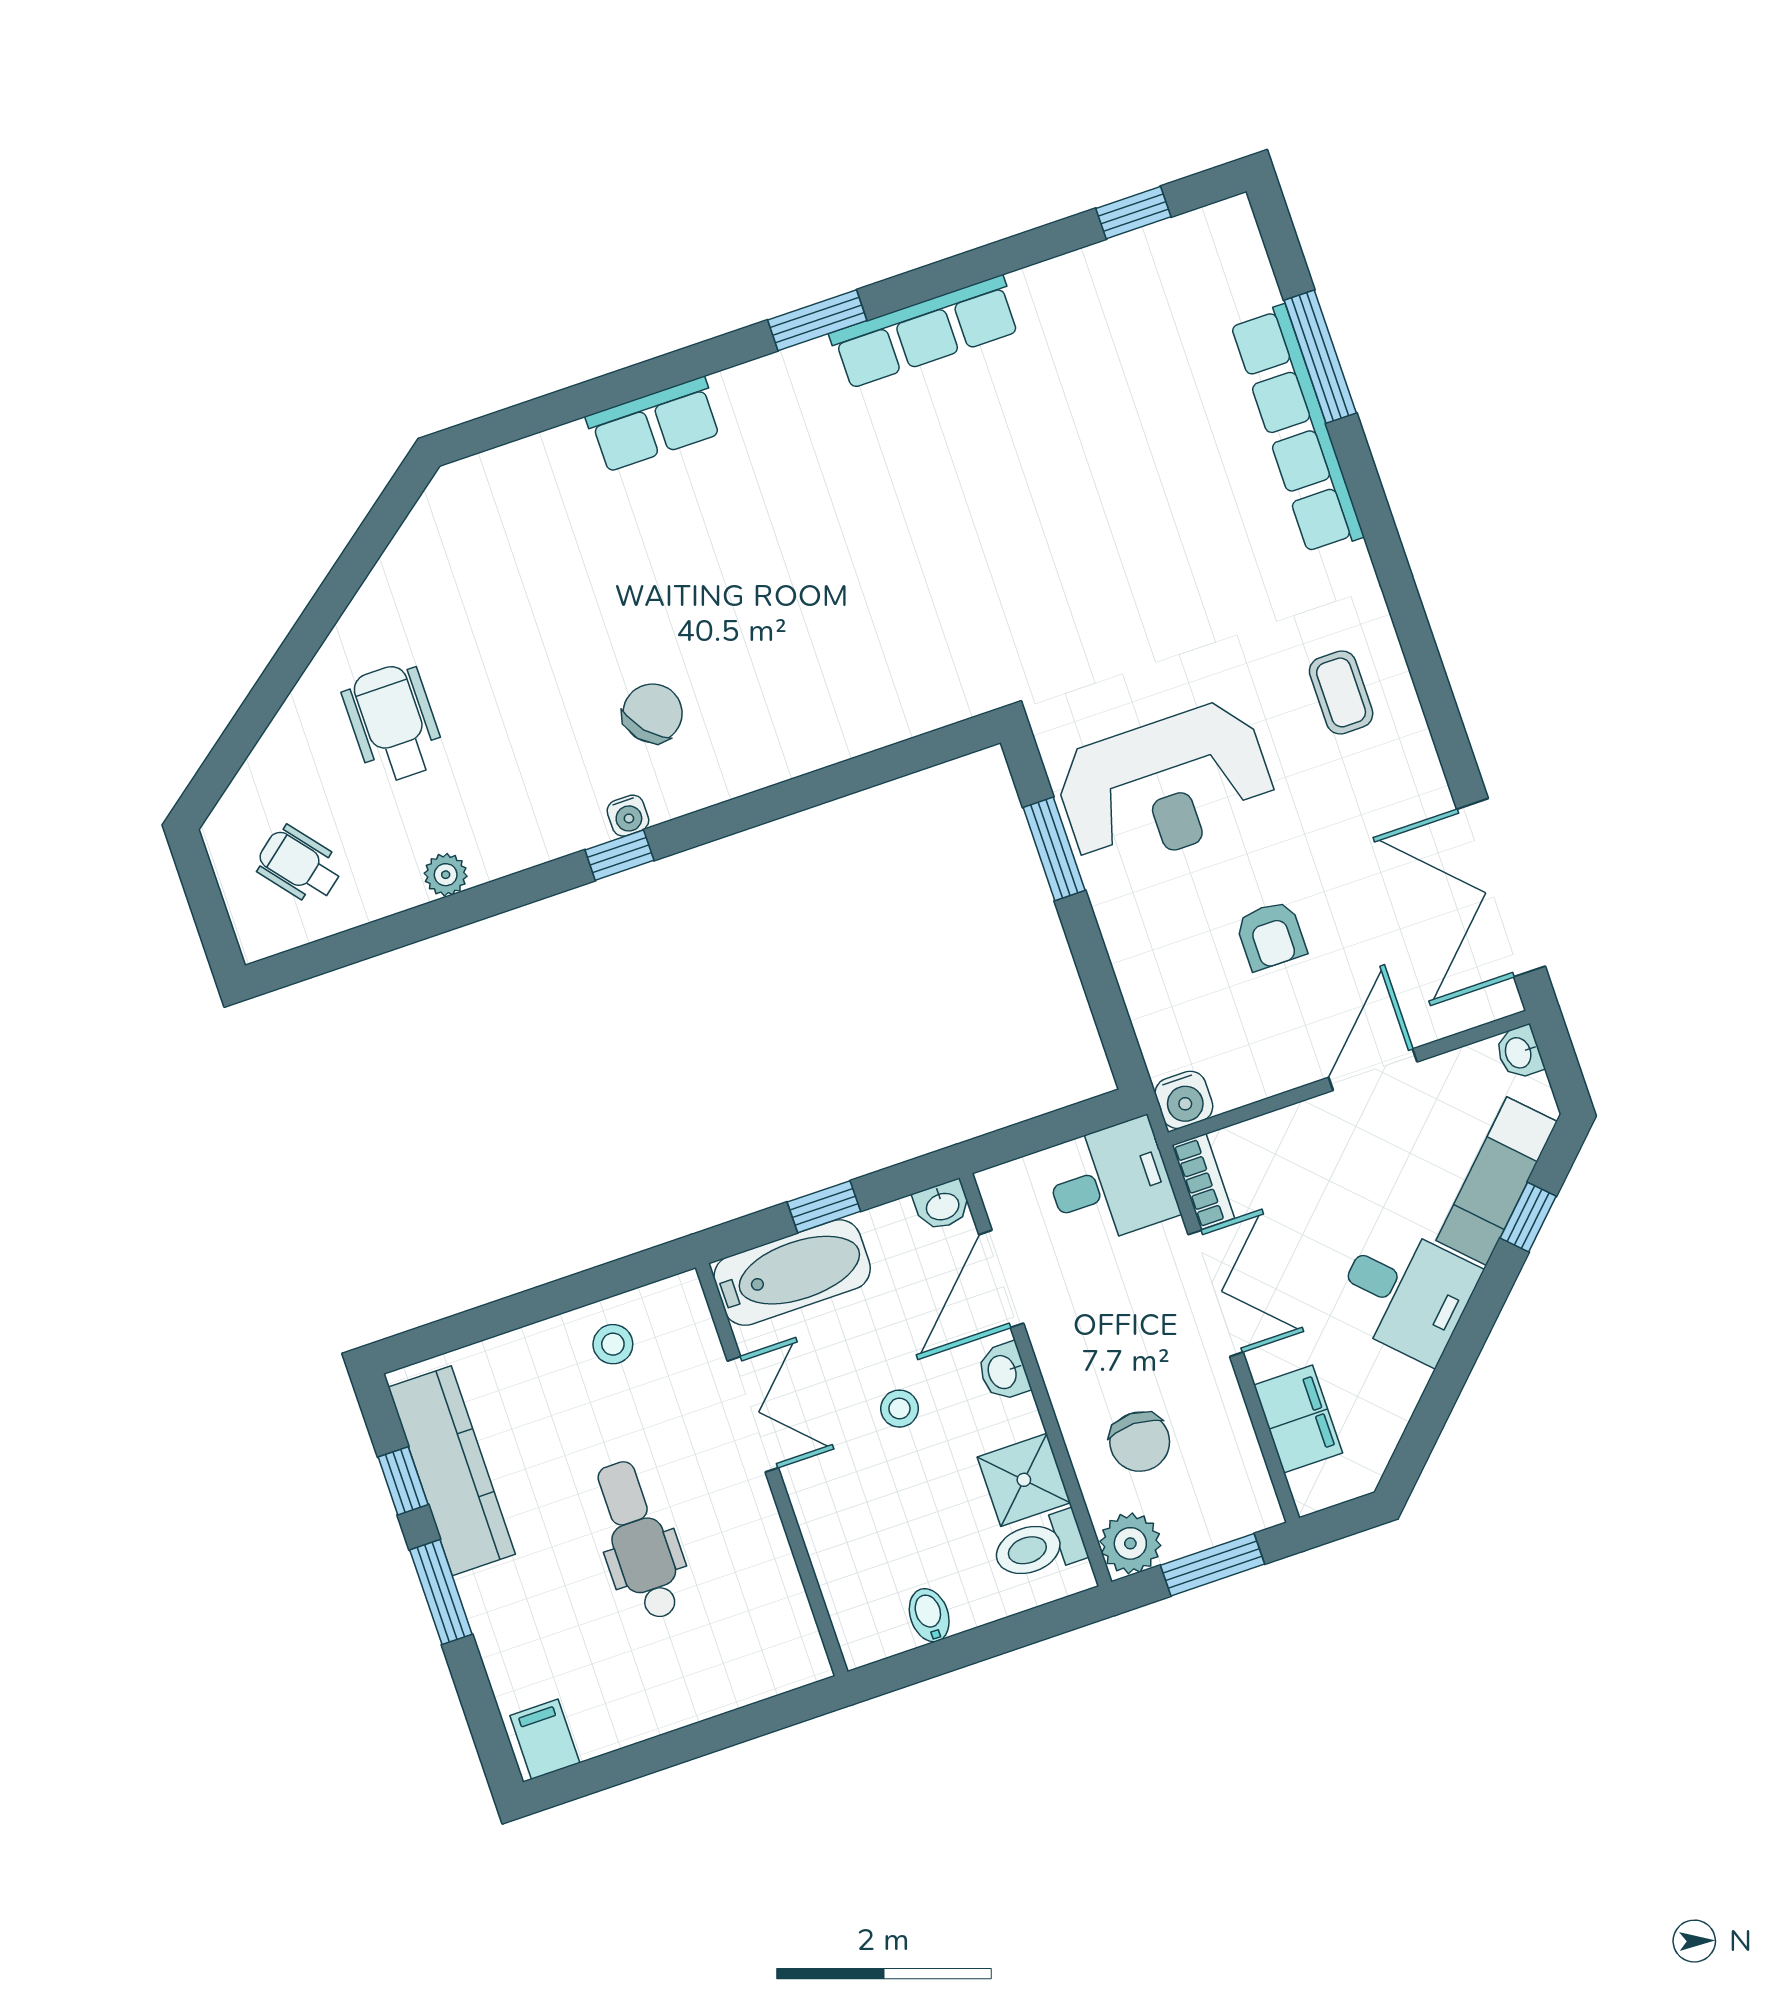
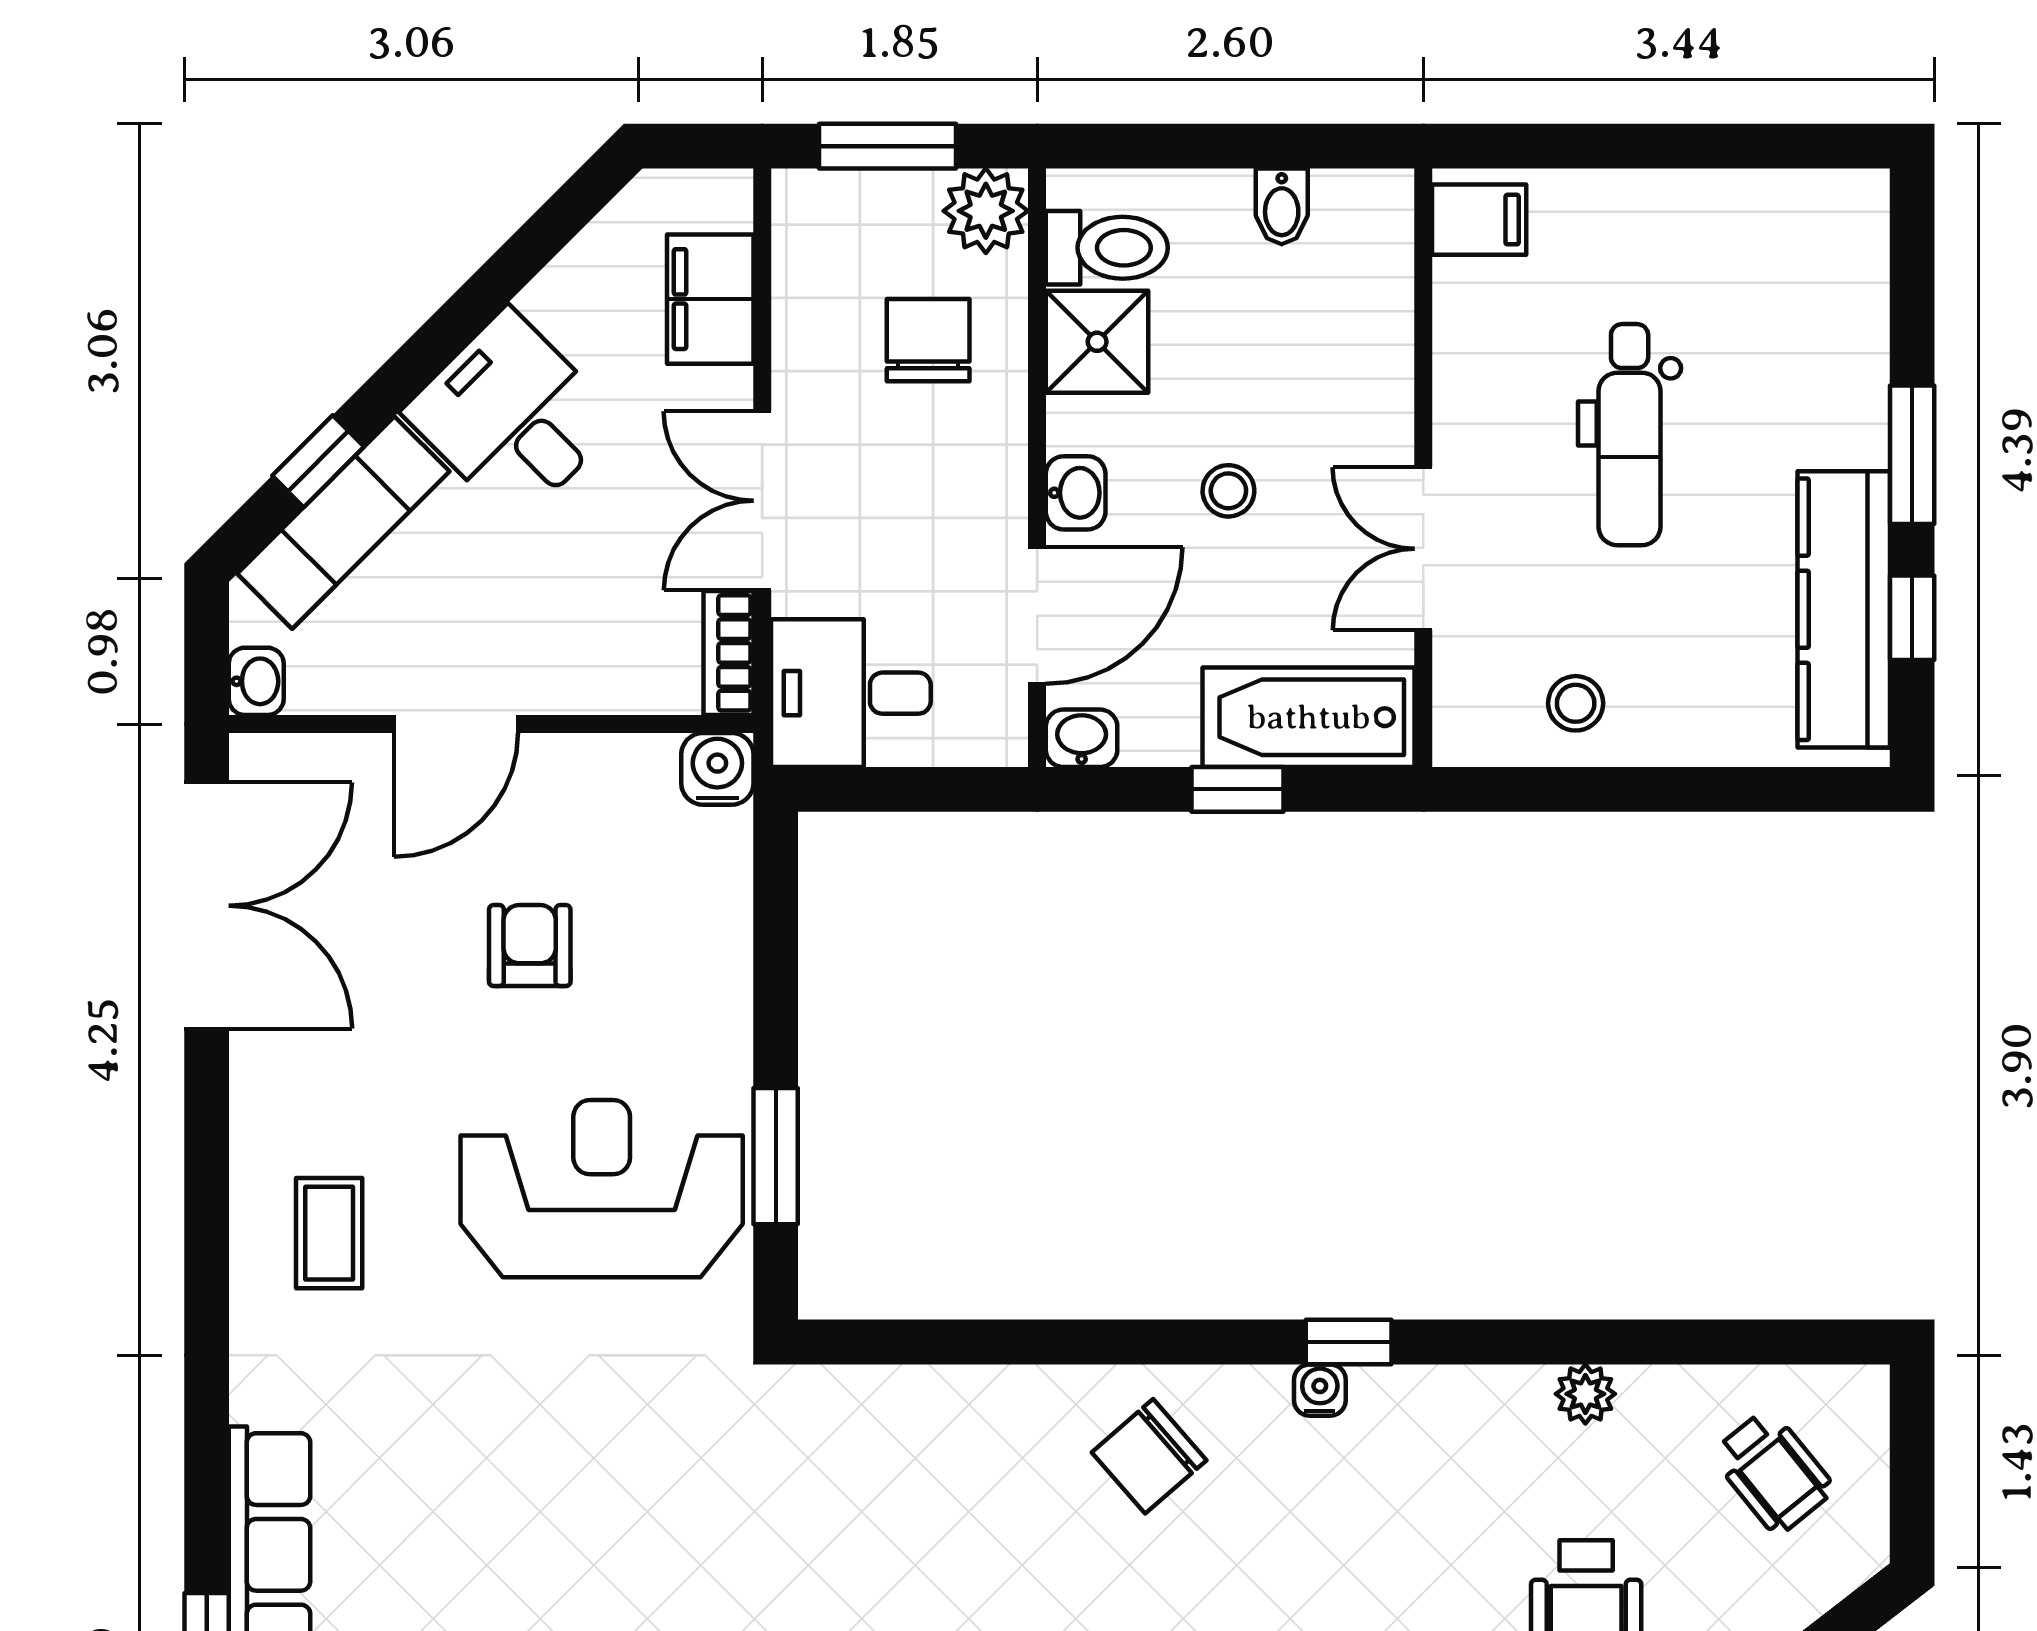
chair: (653, 713) -> (1149, 1456), moved
filing cabinet: (545, 1739) -> (1479, 220), moved, turned -90

